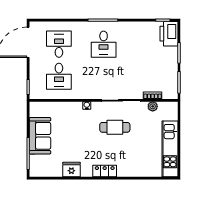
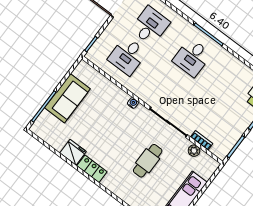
cafe table: (115, 127) -> (148, 161), moved, turned 90
locker: (105, 171) -> (92, 169), moved

